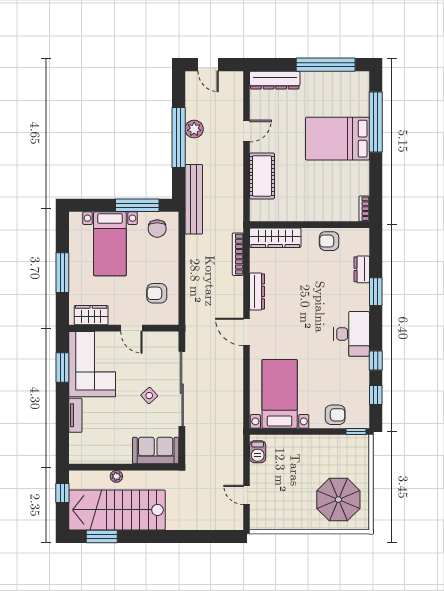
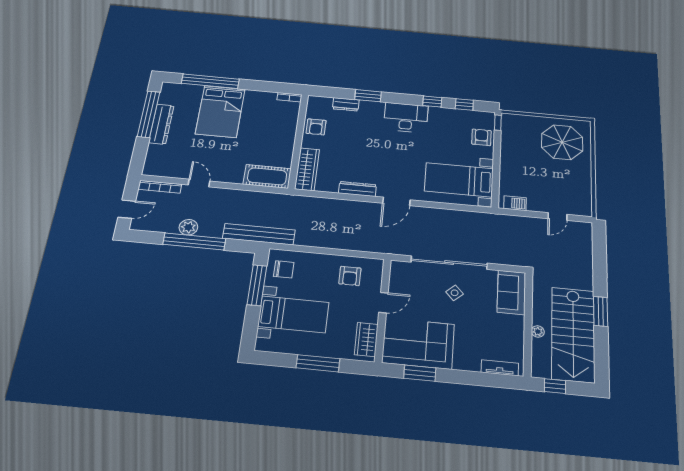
dresser: (275, 80) -> (161, 124), moved
cot: (262, 176) -> (267, 176), moved
bookcase: (238, 254) -> (160, 187), moved
tv unit: (75, 415) -> (500, 368), moved
window: (102, 537) -> (601, 311), moved

